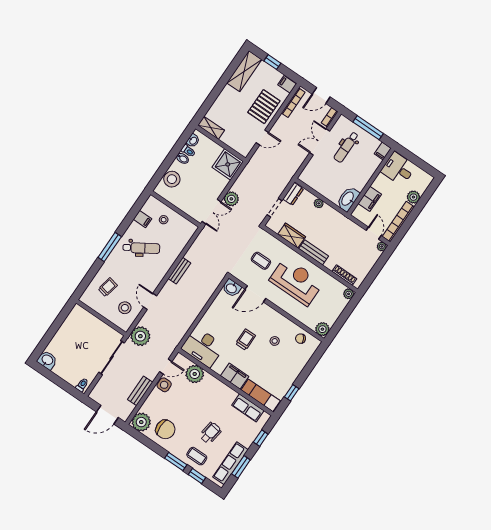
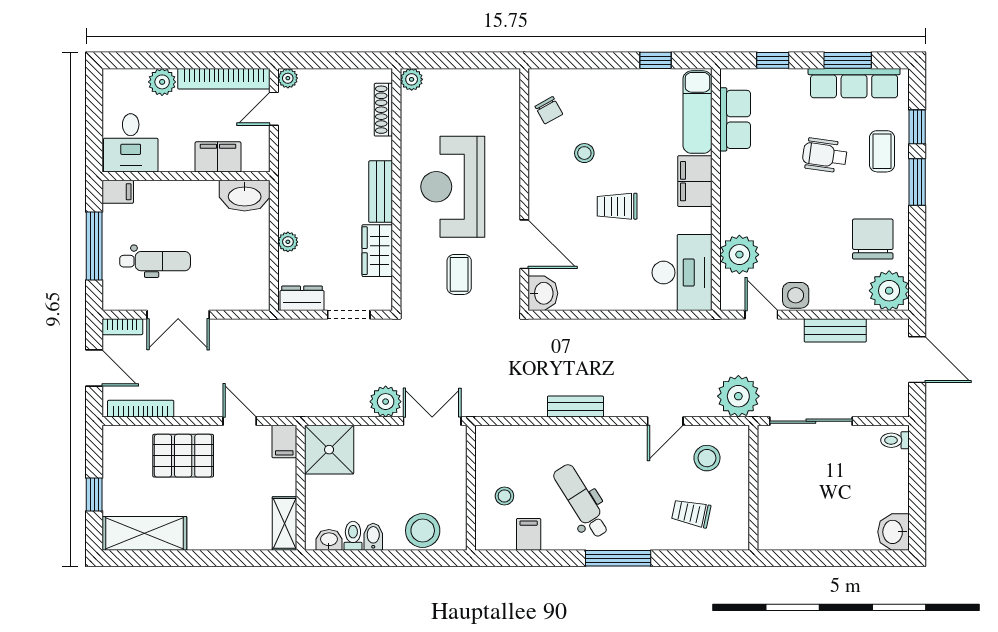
filing cabinet: (287, 84) -> (284, 441), moved
plant: (322, 329) -> (506, 83), removed

